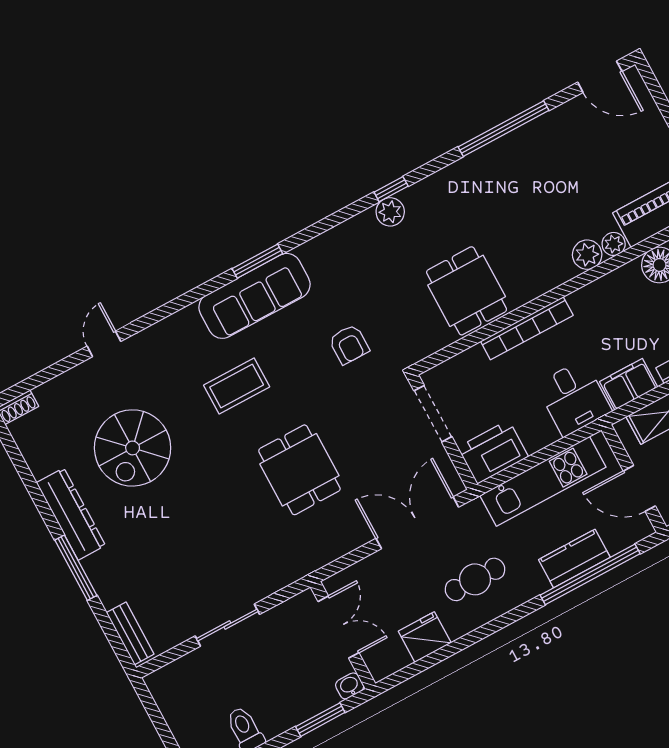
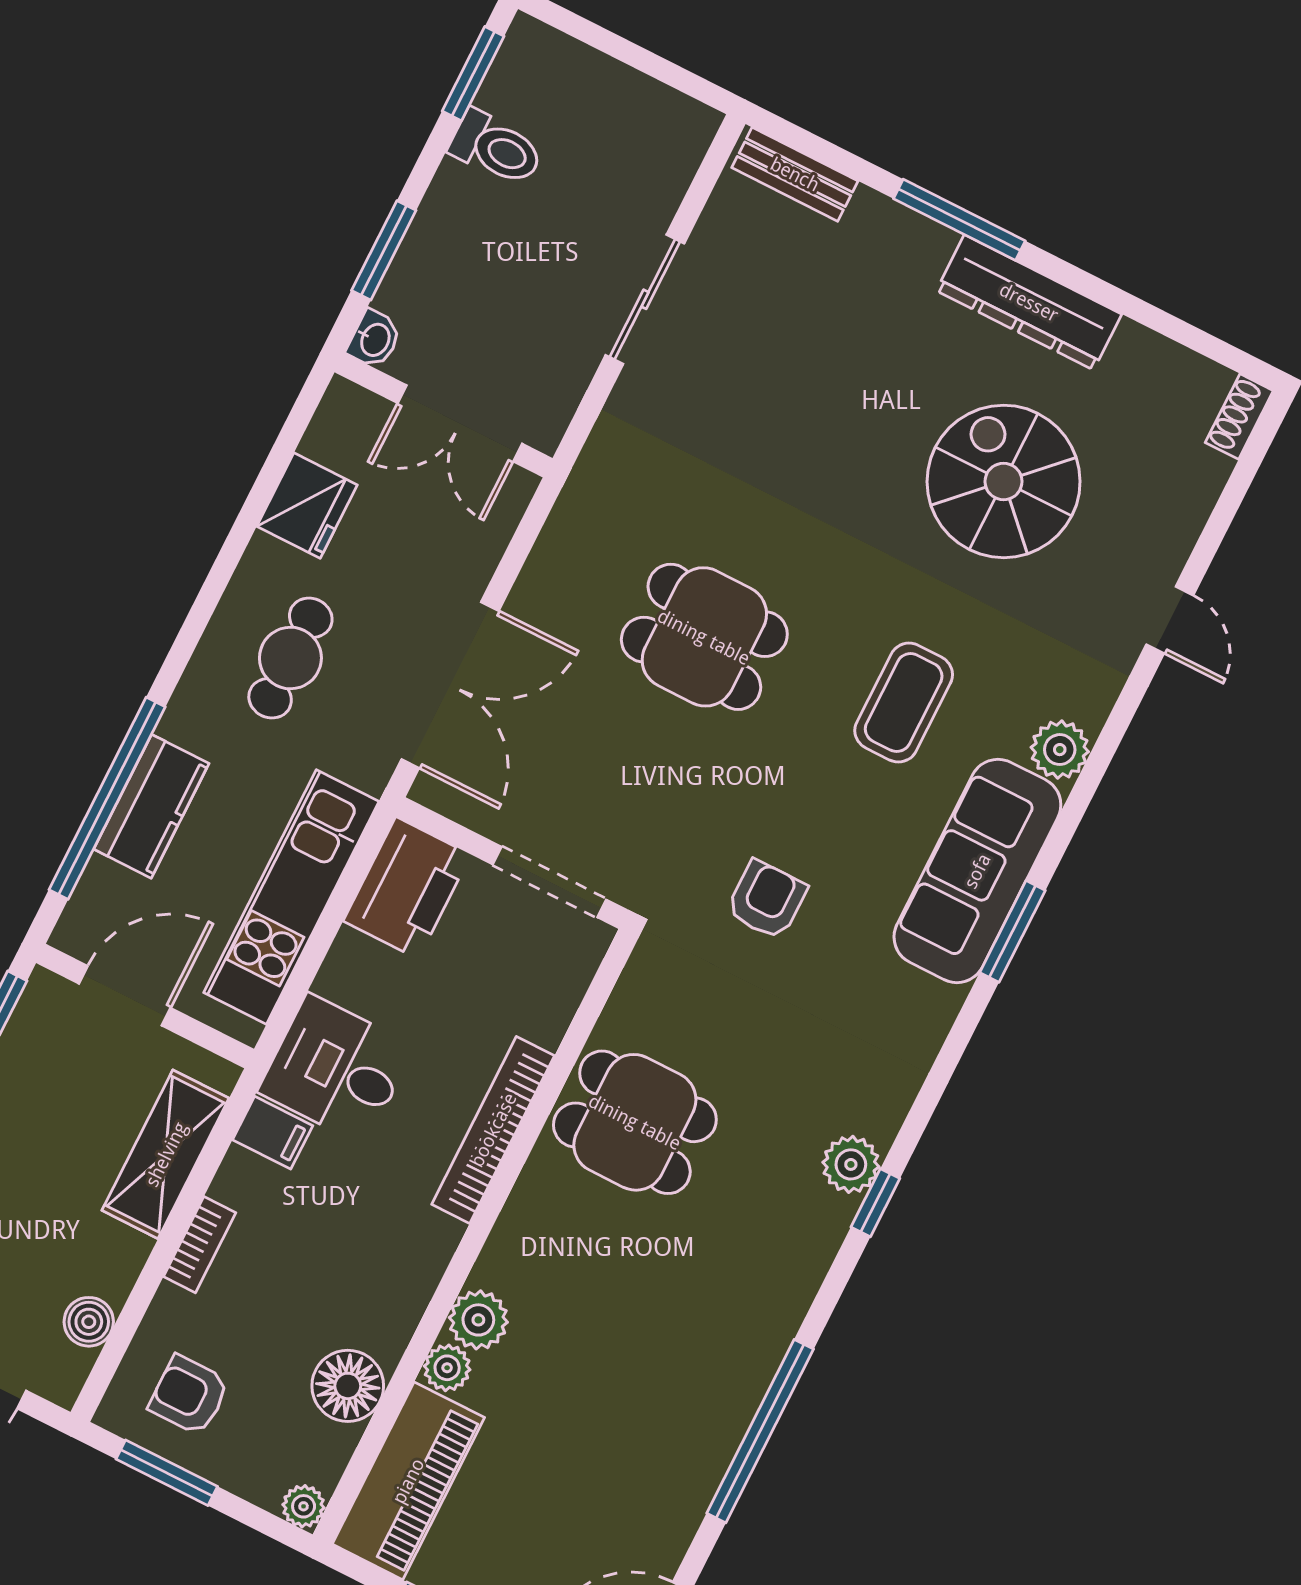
plant: (186, 322) -> (1060, 750), added
armchair: (349, 344) -> (767, 900), turned 90
filing cabinet: (629, 384) -> (273, 1133), width x0.50

